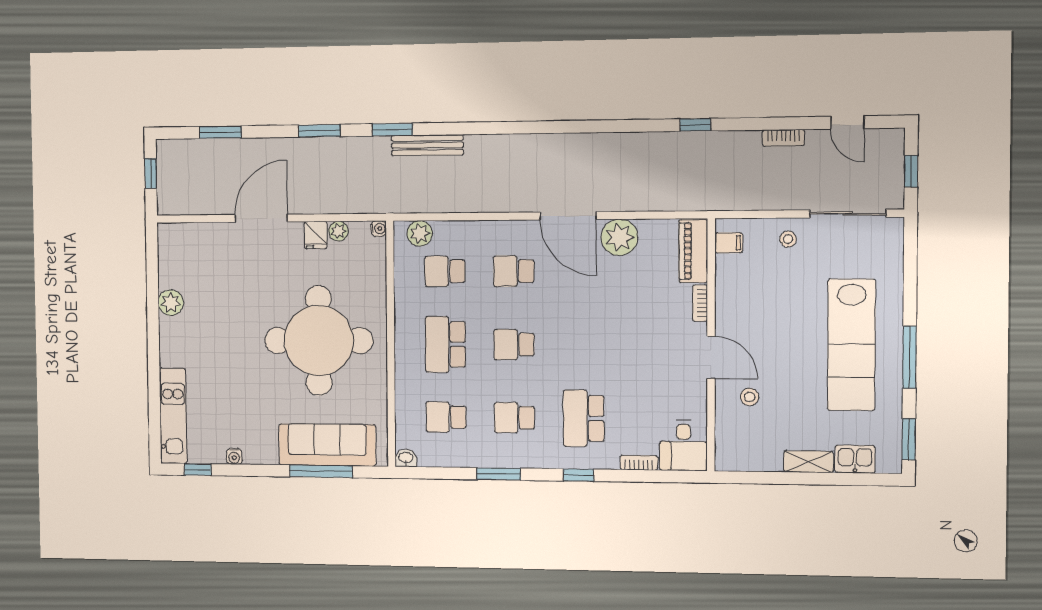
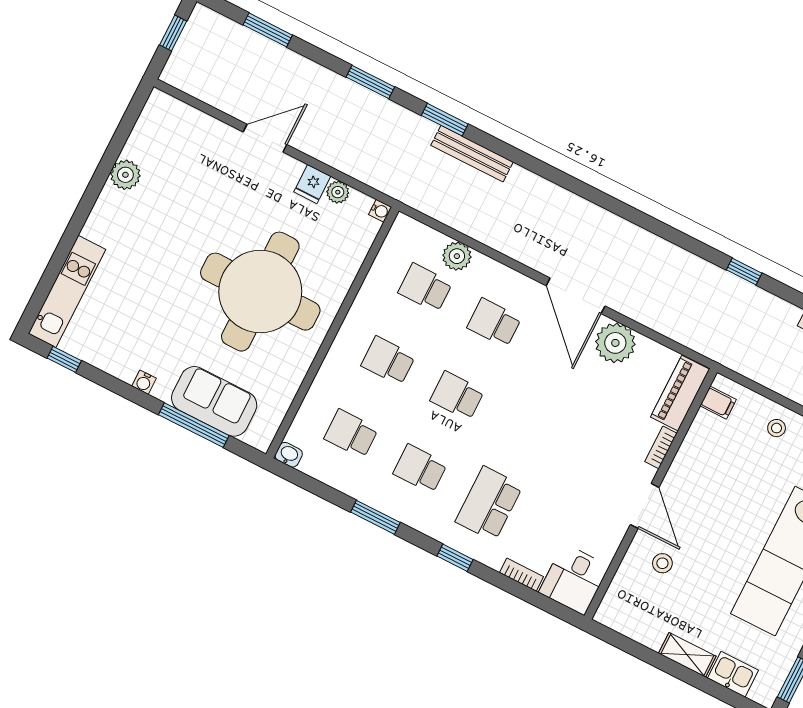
door: (261, 218) -> (265, 138), width x0.73
plant: (420, 233) -> (457, 256), moved
school desk: (445, 344) -> (388, 361), width x0.54
sofa: (327, 445) -> (214, 401), width x0.73
water cooler: (234, 456) -> (144, 382), moved

